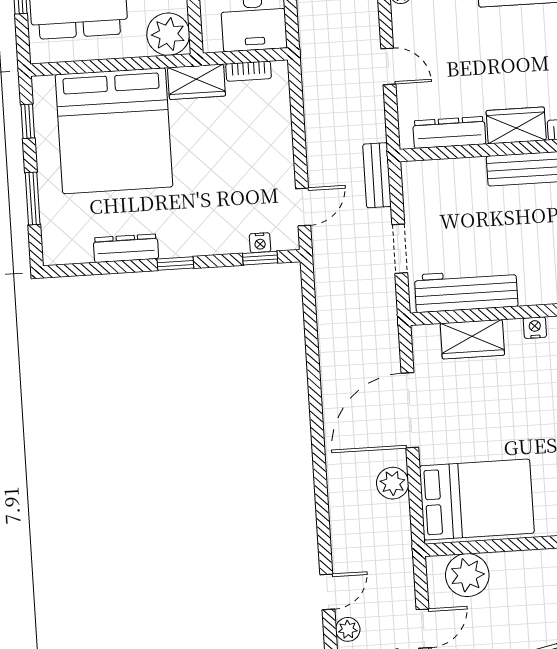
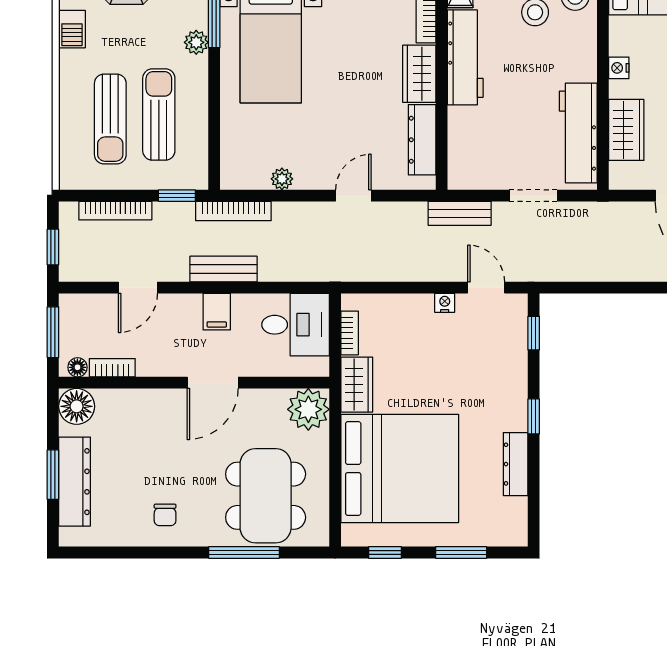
nightstand: (260, 243) -> (445, 303), moved, turned -90

